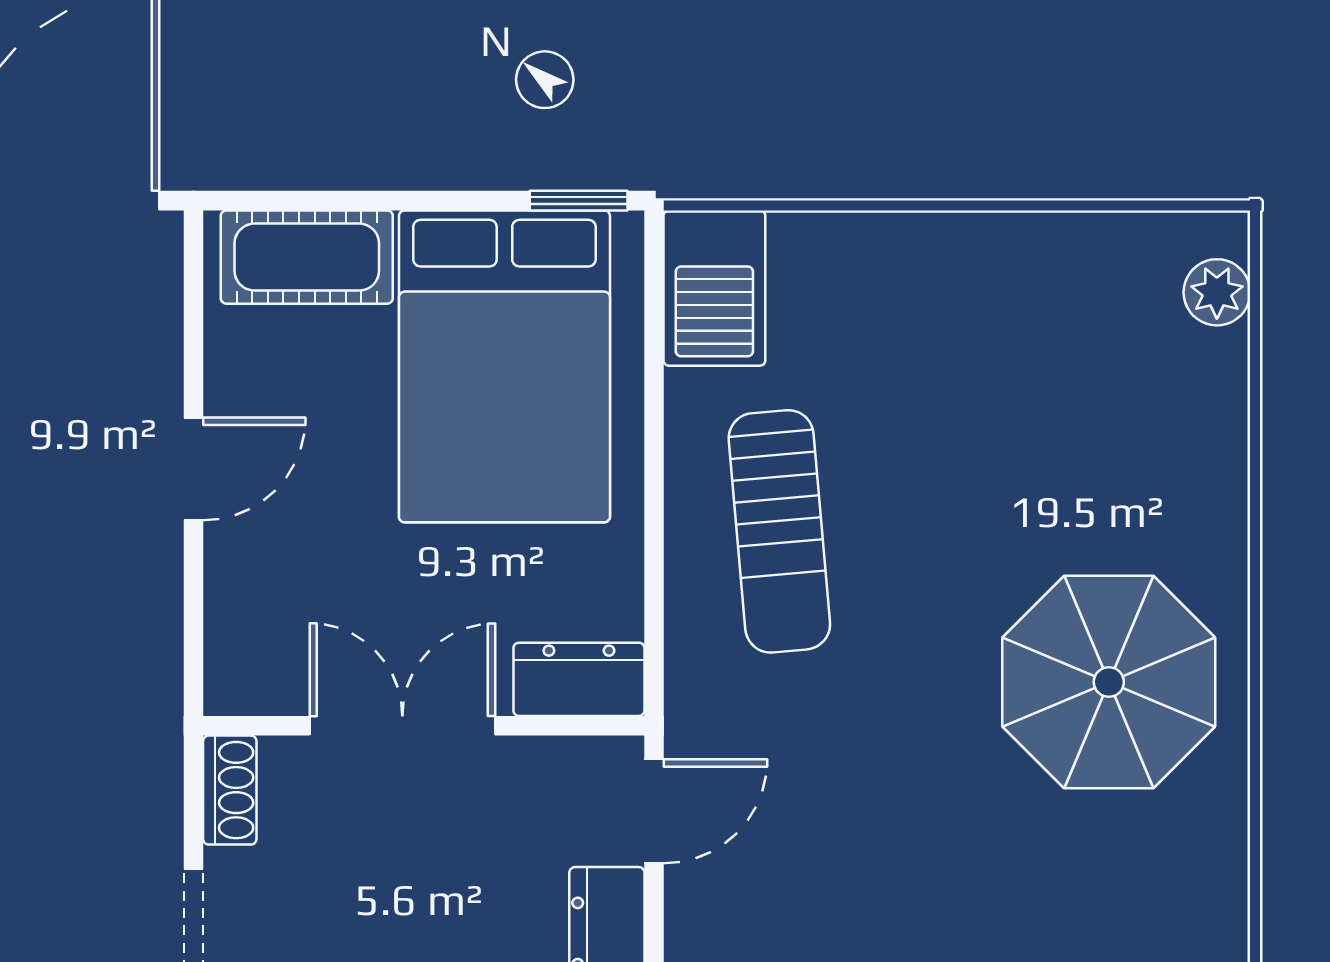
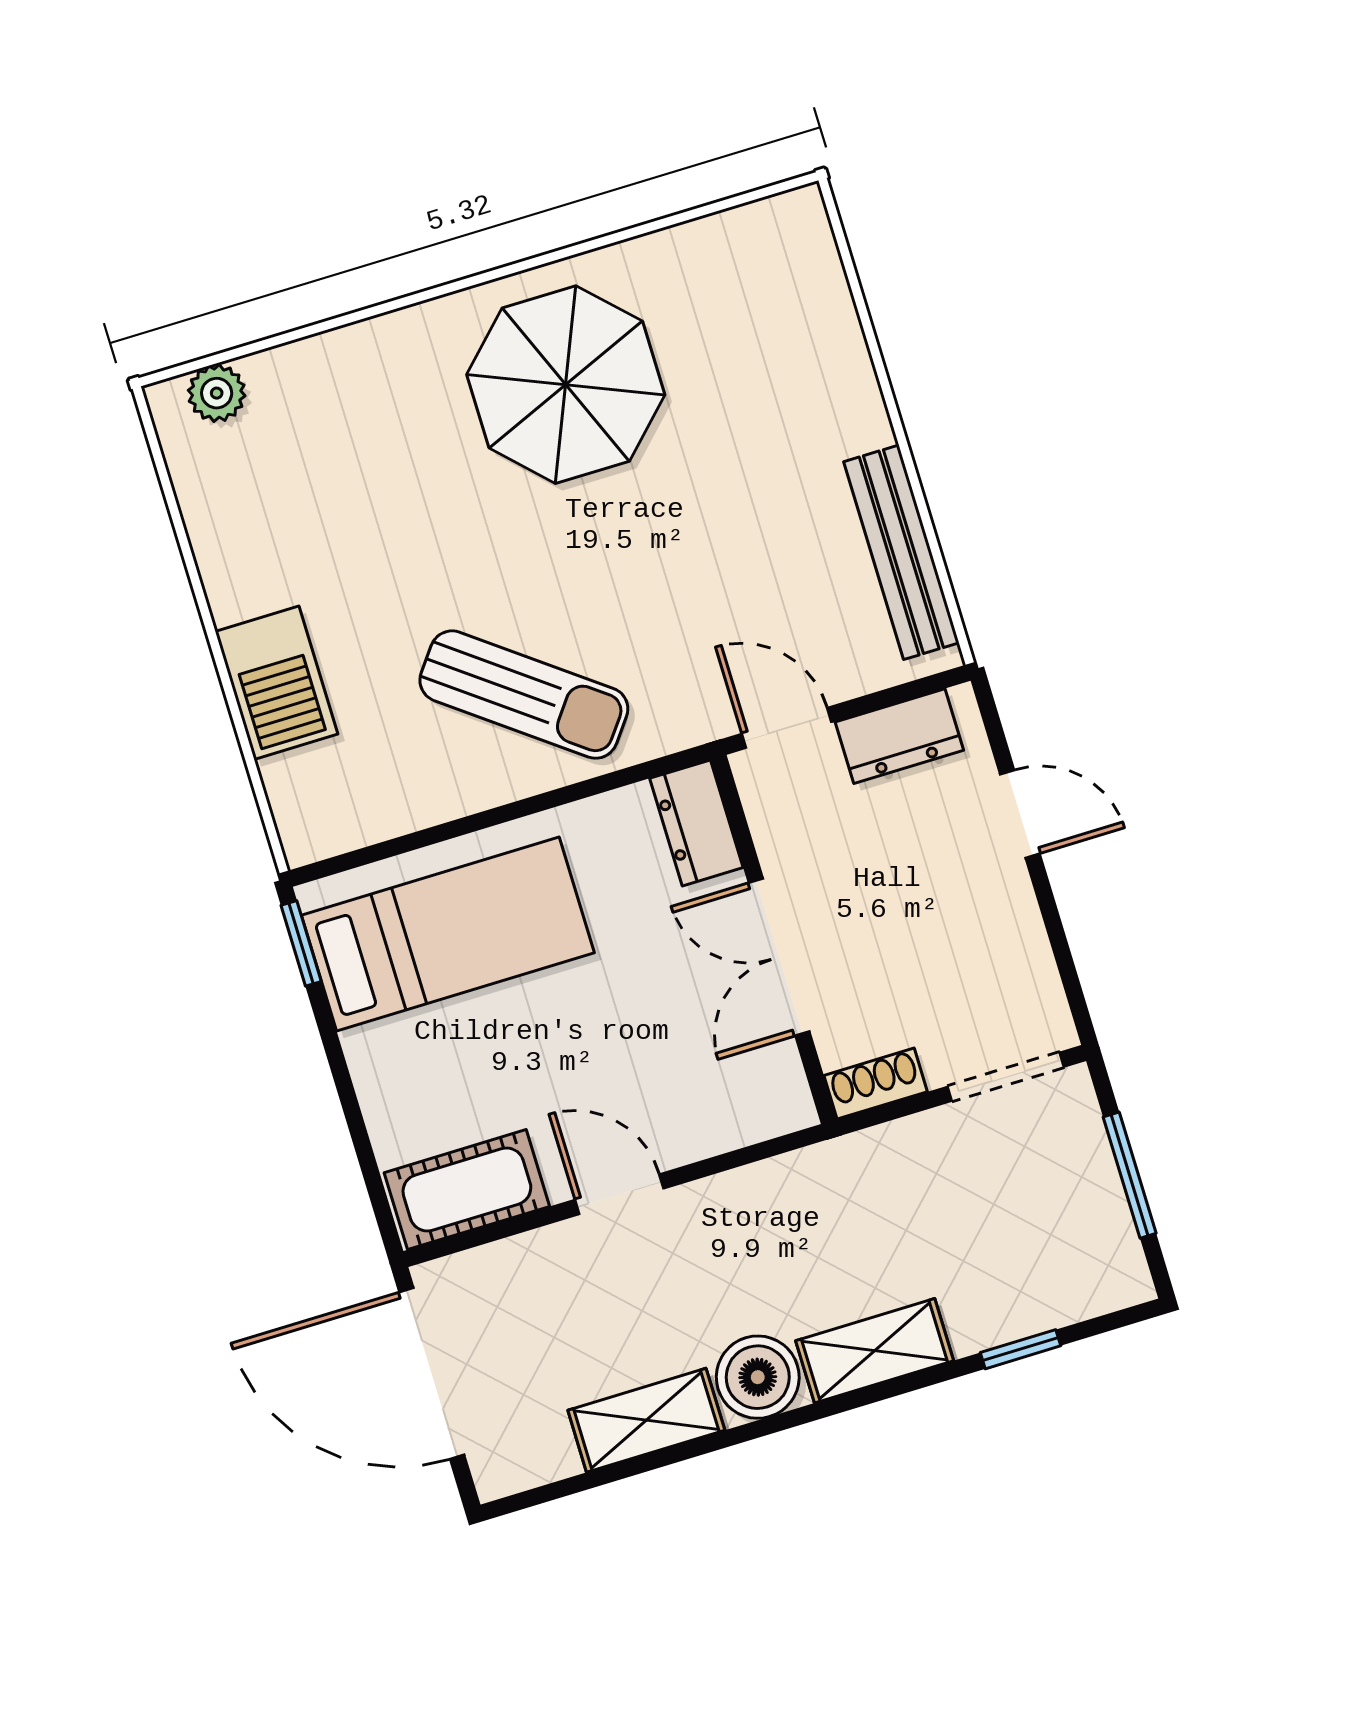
cot: (307, 257) -> (467, 1190), moved, turned 90
barbecue: (714, 288) -> (276, 683), moved, turned 90
bed: (504, 366) -> (448, 934), width x0.67
sun lounger: (779, 531) -> (524, 695), turned 42

